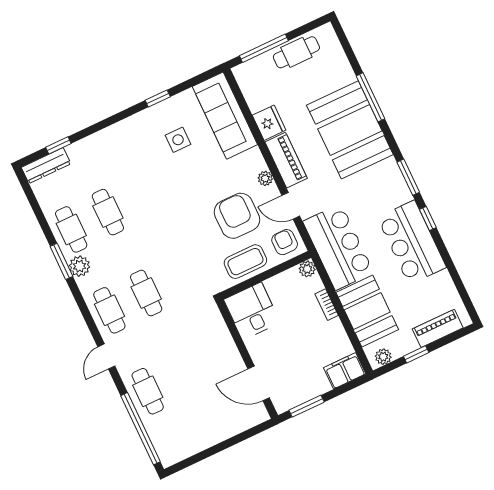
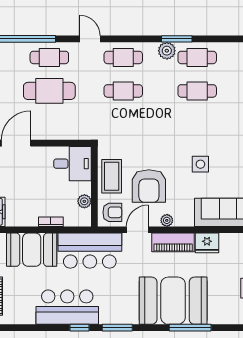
side table: (178, 140) -> (200, 164), moved
armchair: (237, 216) -> (149, 186), turned 90
plant: (307, 269) -> (84, 201), moved
cafe table: (184, 374) -> (49, 91), added

